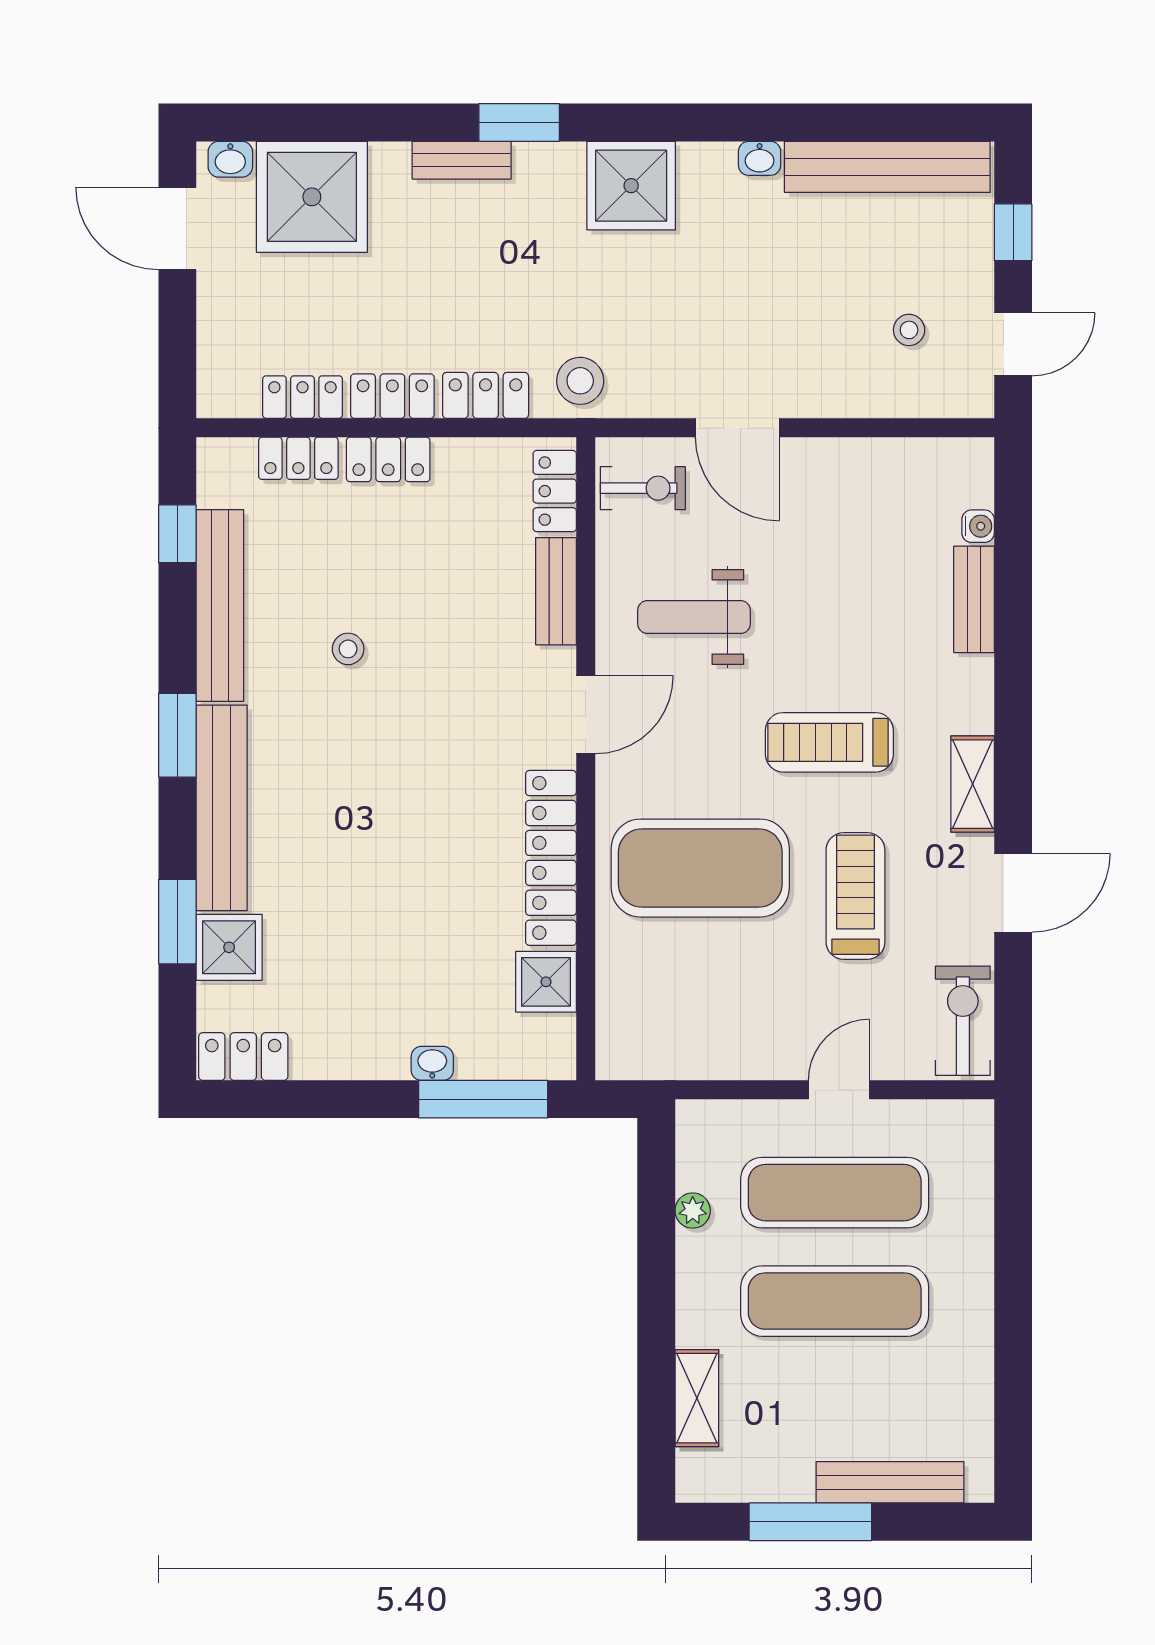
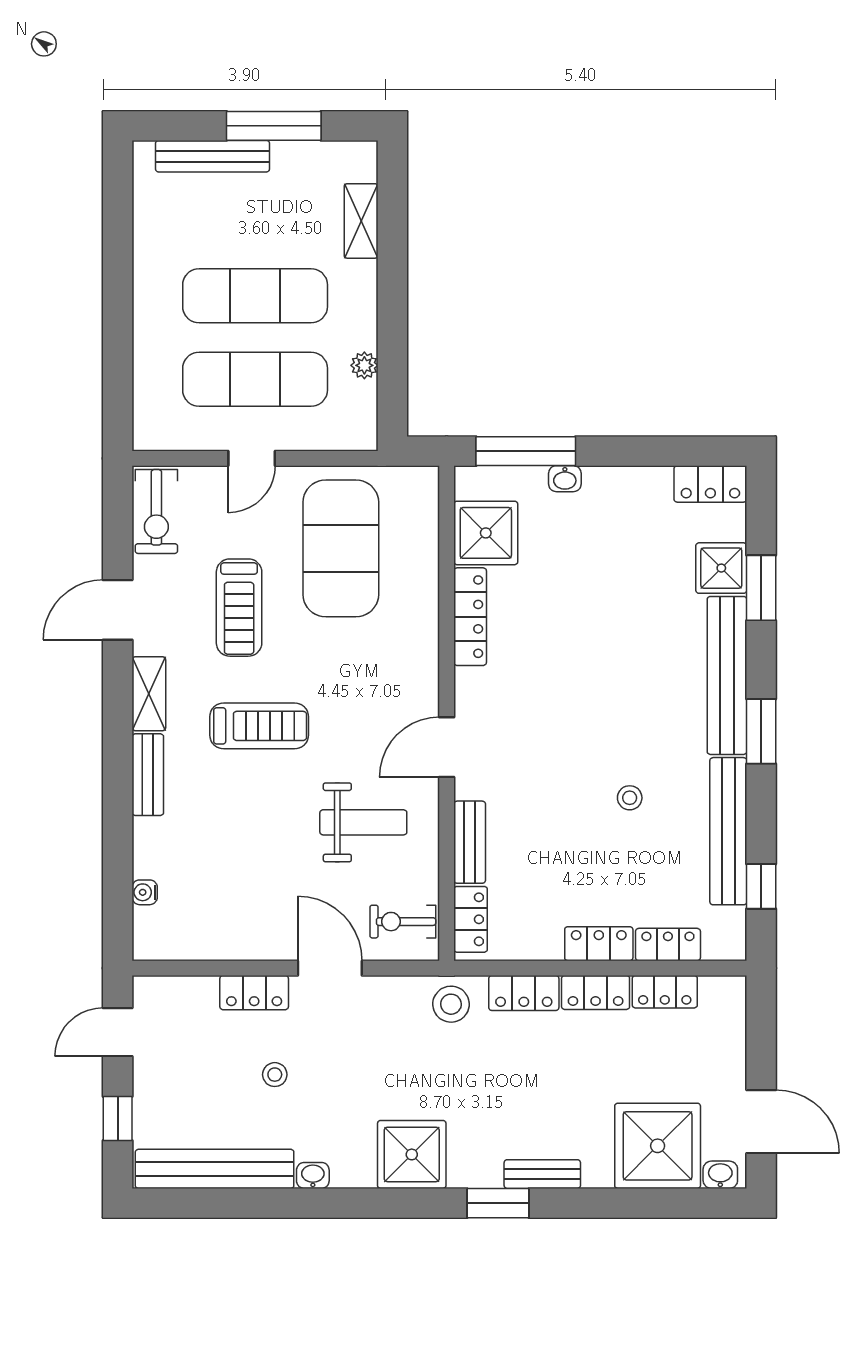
stool: (909, 330) -> (275, 1075), moved
locker: (836, 396) -> (254, 993), added
bench: (974, 599) -> (148, 775), moved
locker: (551, 858) -> (470, 617), width x0.71, depth x0.83
exercise mat: (700, 868) -> (341, 548), moved, turned 90
shower: (546, 982) -> (486, 533), width x1.36, depth x1.36

